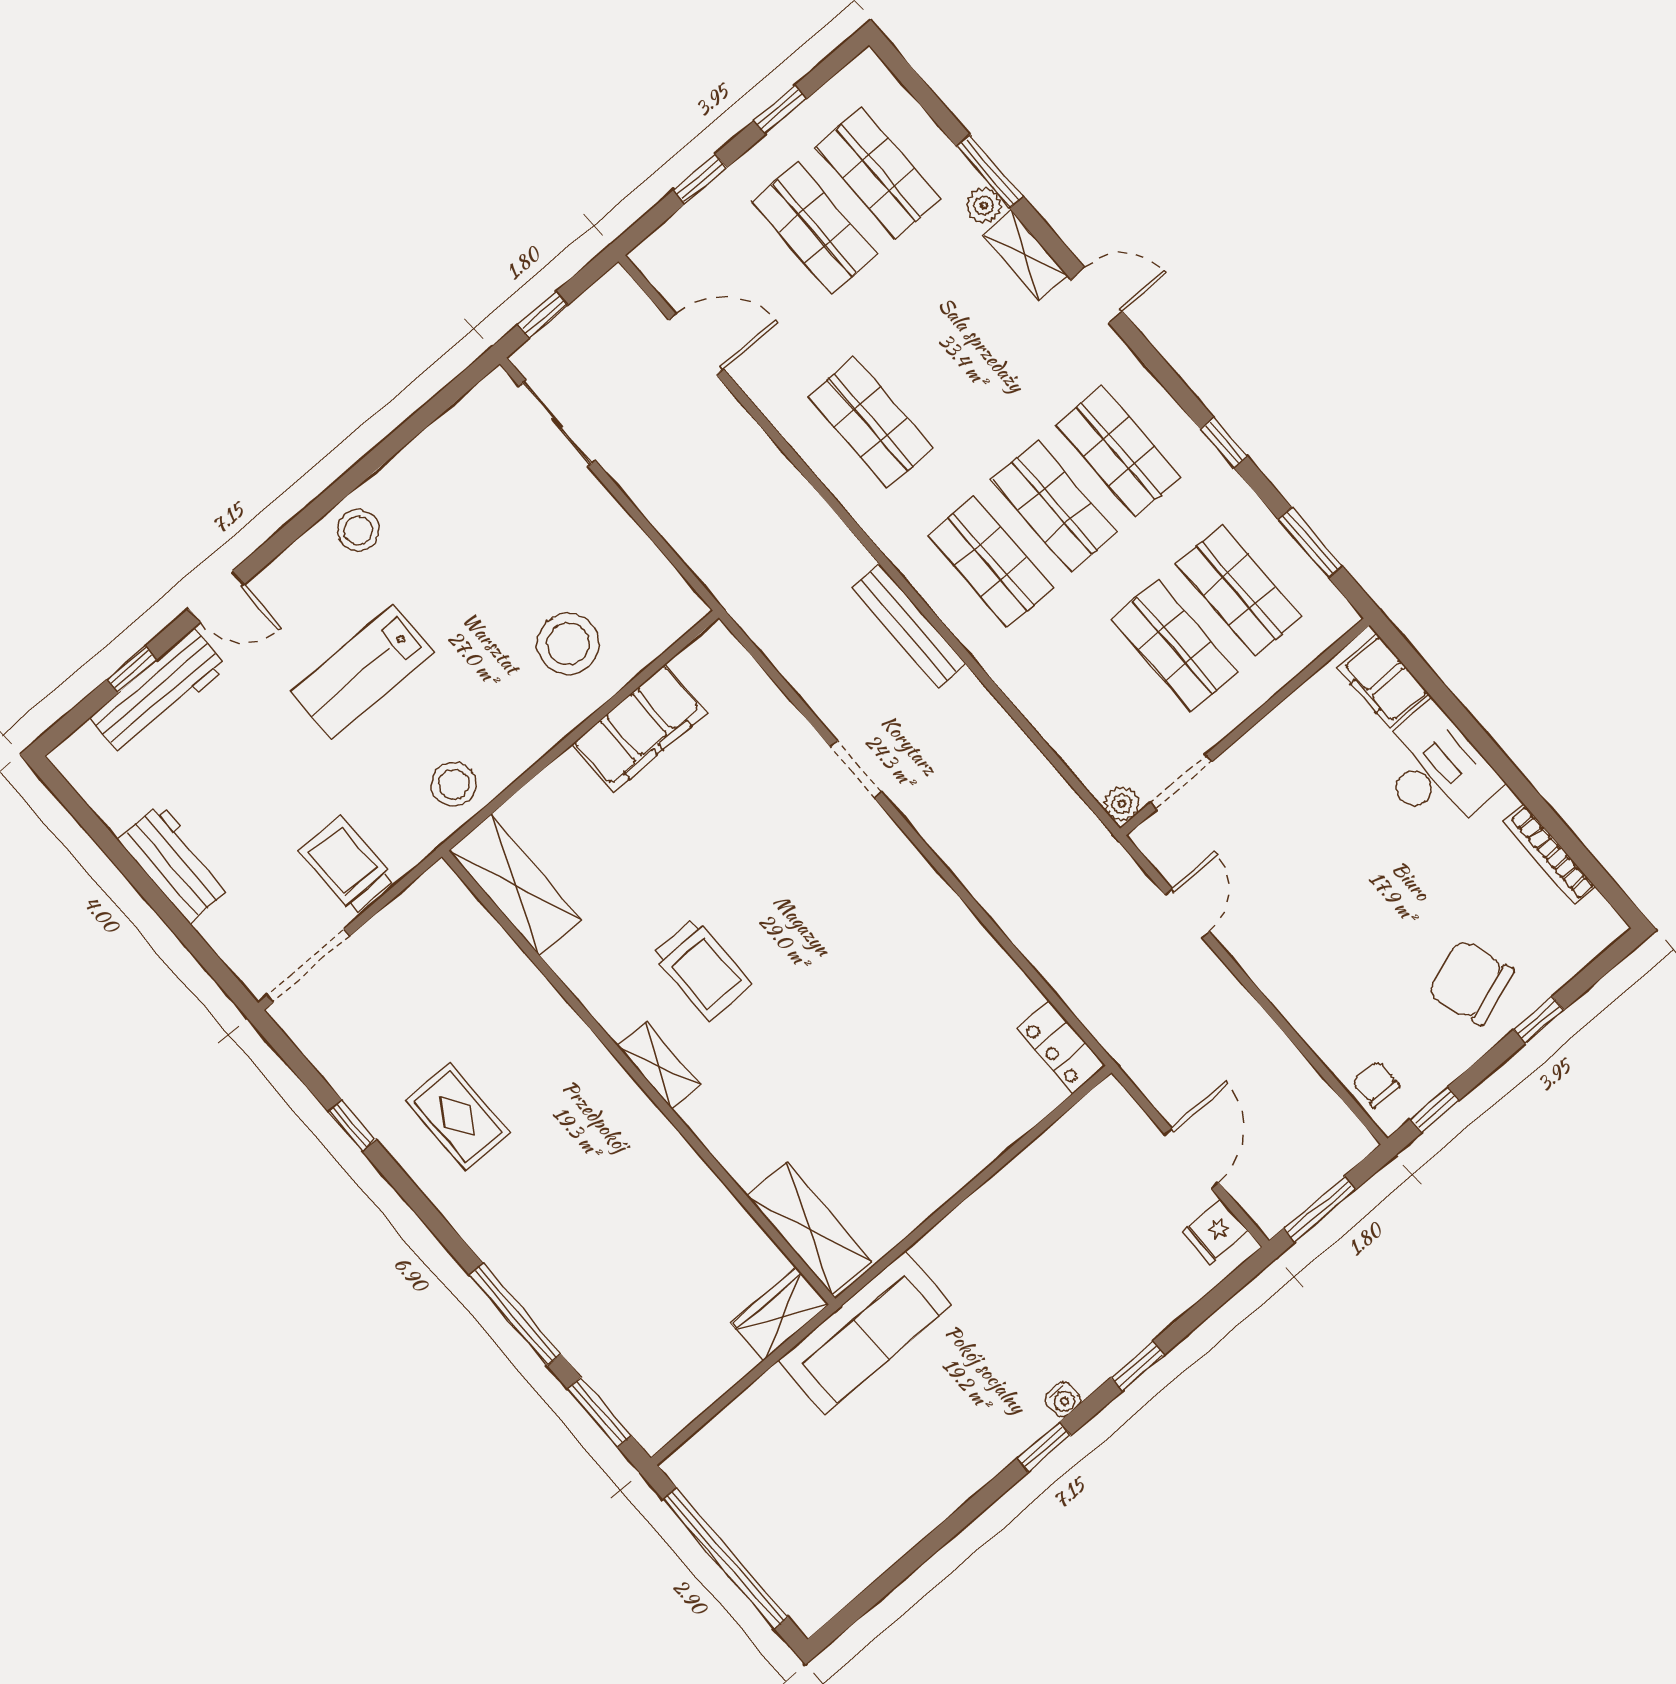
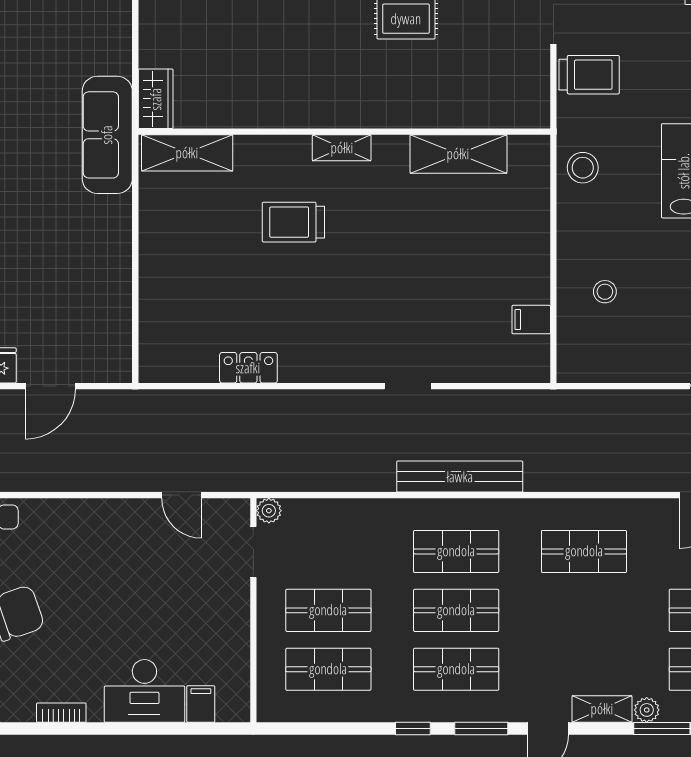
window: (1310, 542) -> (481, 729), moved
bench: (909, 626) -> (460, 477), width x1.37, depth x1.21
stool: (568, 644) -> (605, 292), width x0.53, depth x0.53
filing cabinet: (1383, 681) -> (201, 704), width x0.50
filing cabinet: (639, 728) -> (531, 320), width x0.33, depth x0.86
bookcase: (1550, 855) -> (61, 713), width x0.64
shelving: (515, 885) -> (458, 154), moved
trolley: (702, 969) -> (293, 222), moved
locker: (1060, 1047) -> (248, 368), moved
door: (1192, 1159) -> (50, 386), hinge flipped

